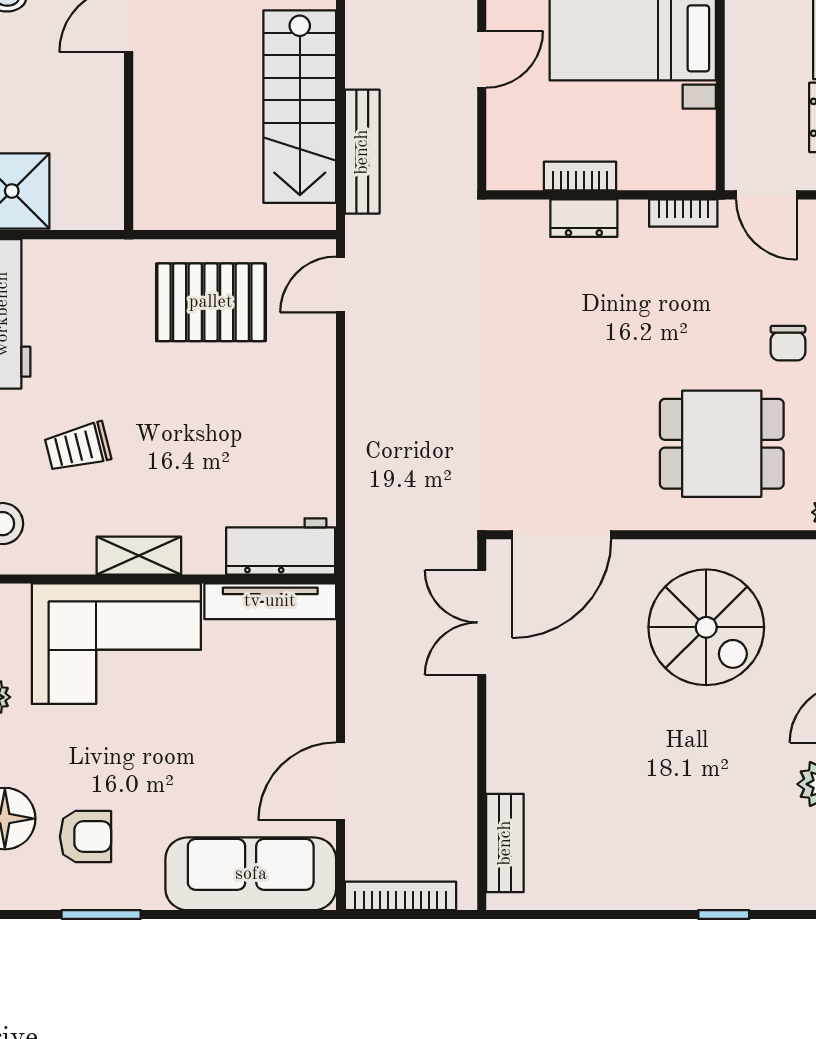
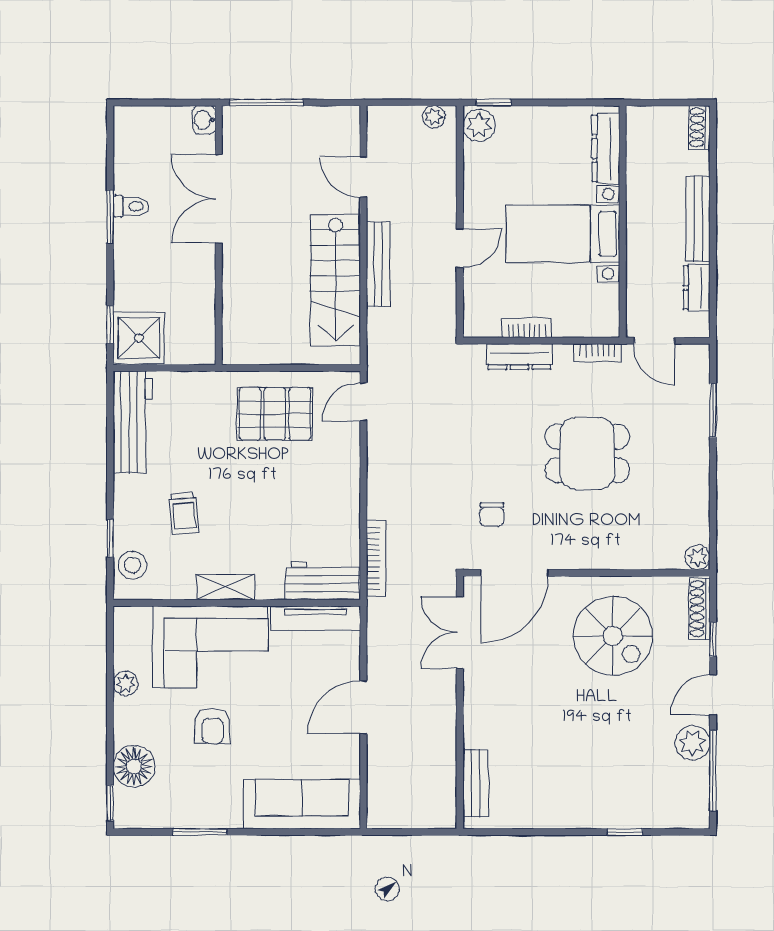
bench: (362, 152) -> (378, 264), moved
dresser: (584, 218) -> (519, 357), width x1.44
chair: (788, 343) -> (492, 515), moved
dining table: (722, 444) -> (587, 453), moved
trolley: (78, 447) -> (184, 513), turned -81
door: (341, 781) -> (363, 707), moved
armchair: (86, 837) -> (212, 726), moved, turned 90
bookcase: (401, 896) -> (376, 558), moved, turned 90

